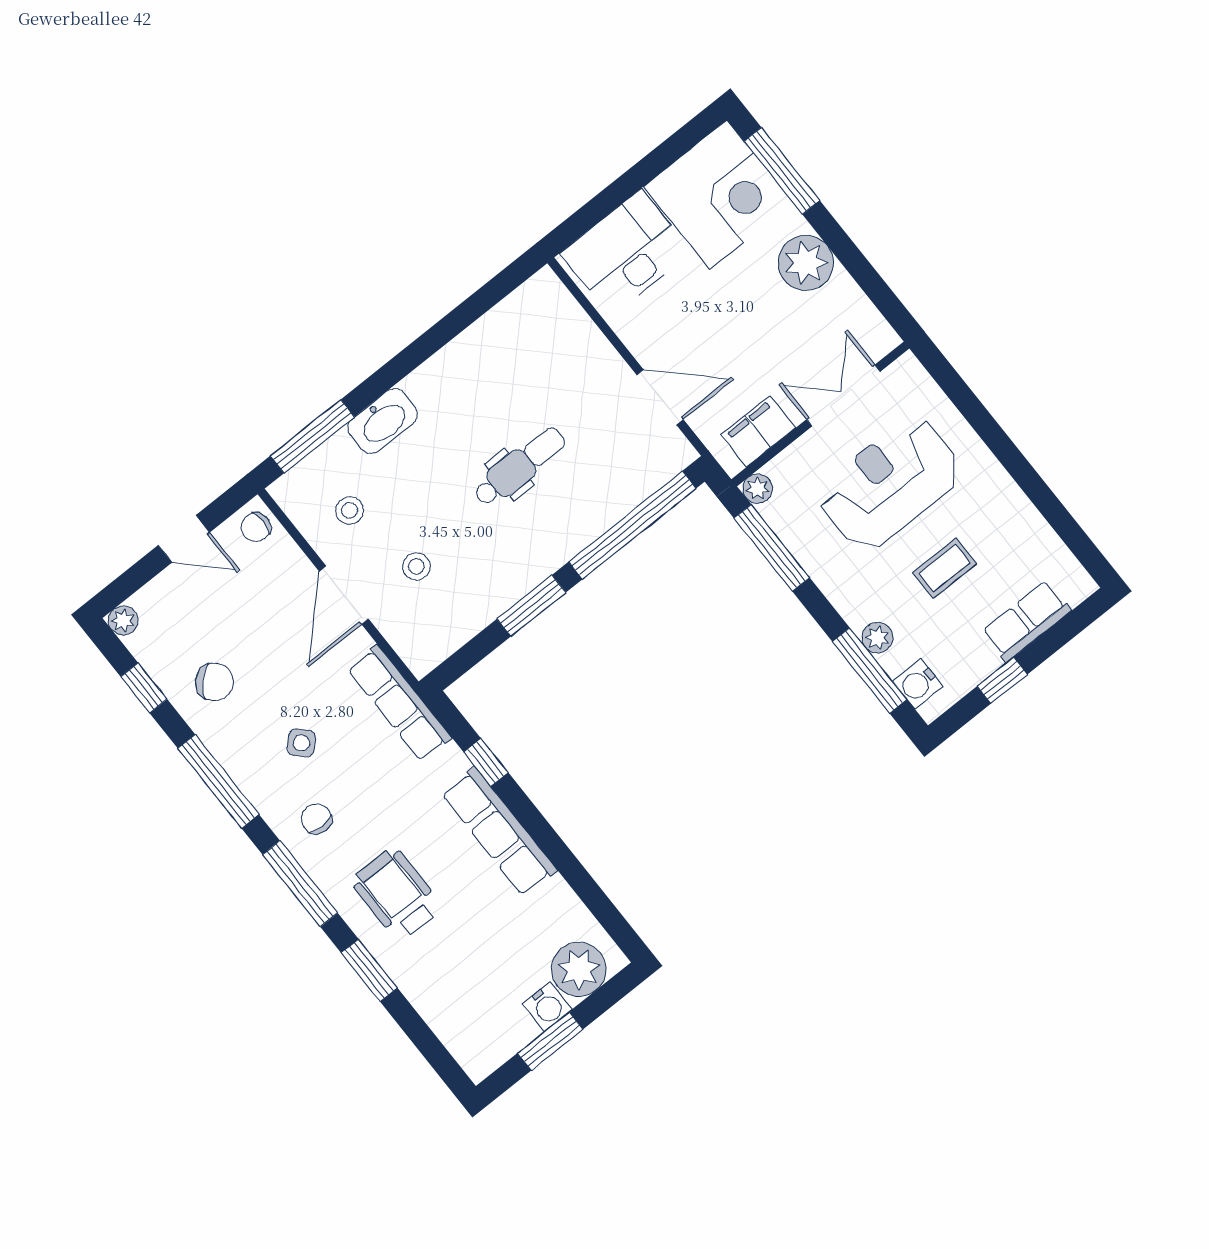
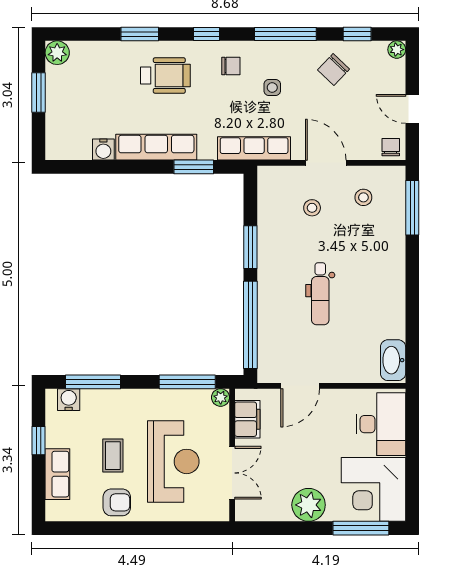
washbasin: (383, 421) -> (393, 360), moved
armchair: (1001, 515) -> (117, 502), added
door: (184, 539) -> (412, 109), hinge flipped
plant: (877, 638) -> (105, 398), removed
side table: (301, 743) -> (272, 87), turned 45
window: (486, 762) -> (194, 167), width x1.50
window: (300, 884) -> (206, 34), width x0.46
plant: (579, 969) -> (57, 53), moved, width x0.73, depth x0.73
water cooler: (547, 1006) -> (103, 150), moved, turned -90

